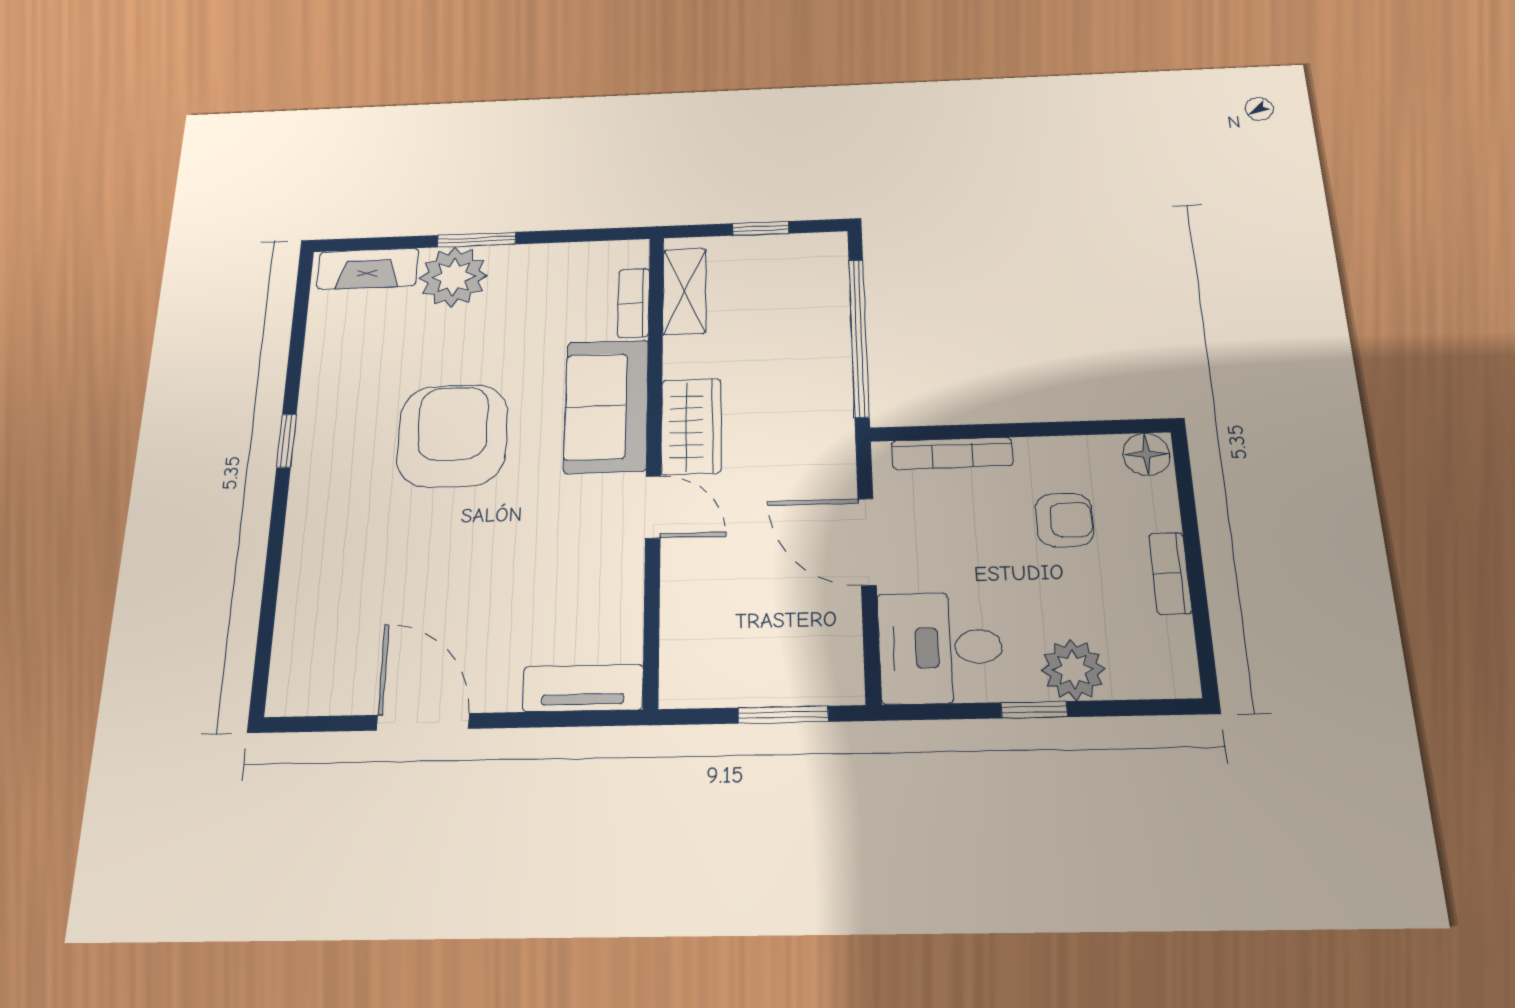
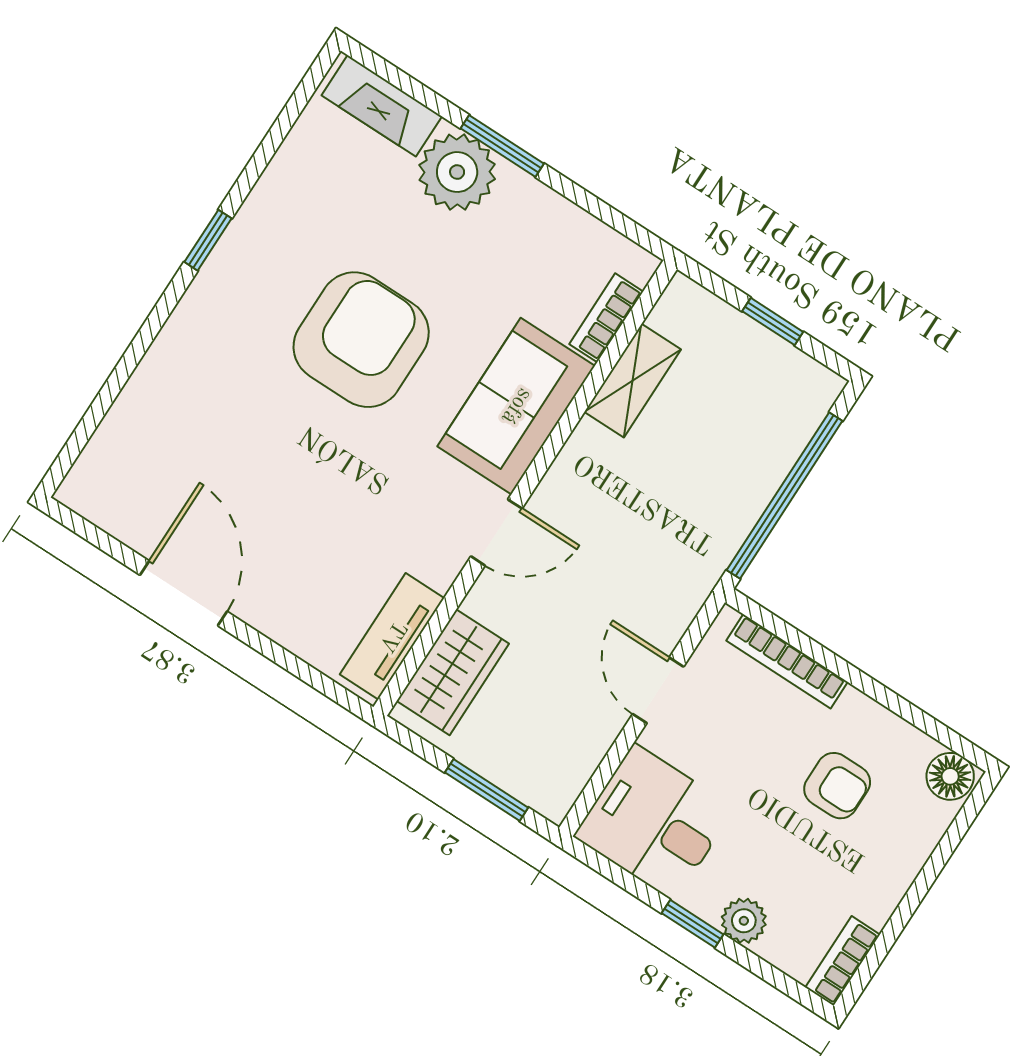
shelving: (685, 291) -> (633, 381), moved
wardrobe: (691, 426) -> (453, 672), moved
door: (653, 507) -> (496, 532), hinge flipped
door: (867, 542) -> (658, 690), width x0.73
bookcase: (1170, 573) -> (843, 961), moved
plant: (1073, 670) -> (744, 921), width x0.73, depth x0.73
tv unit: (583, 688) -> (392, 636), moved, turned -90

